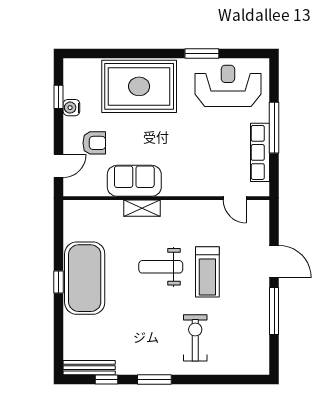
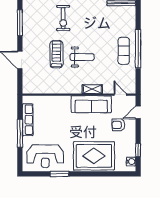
water cooler: (71, 108) -> (131, 162), moved
sofa: (134, 181) -> (91, 104), width x1.36
door: (235, 198) -> (120, 95), moved
exercise mat: (85, 278) -> (124, 51), width x0.50, depth x0.69
window: (59, 282) -> (138, 49), width x3.17
window: (274, 311) -> (20, 23), moved

